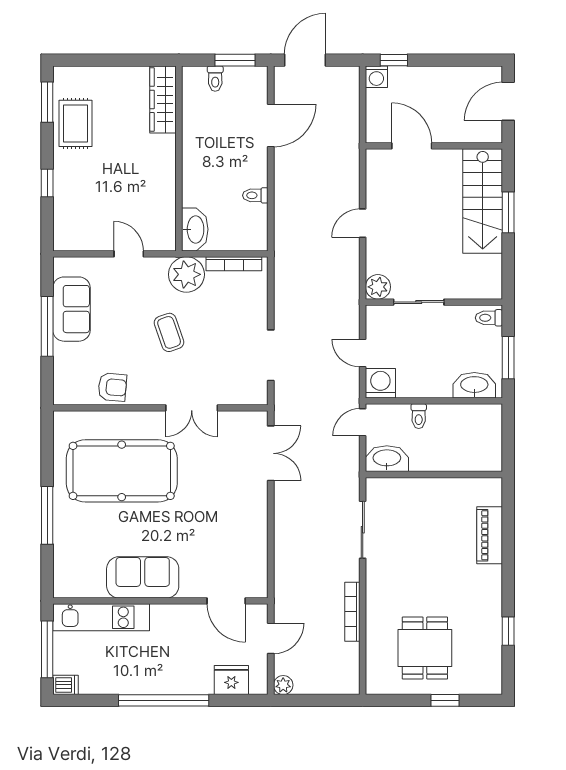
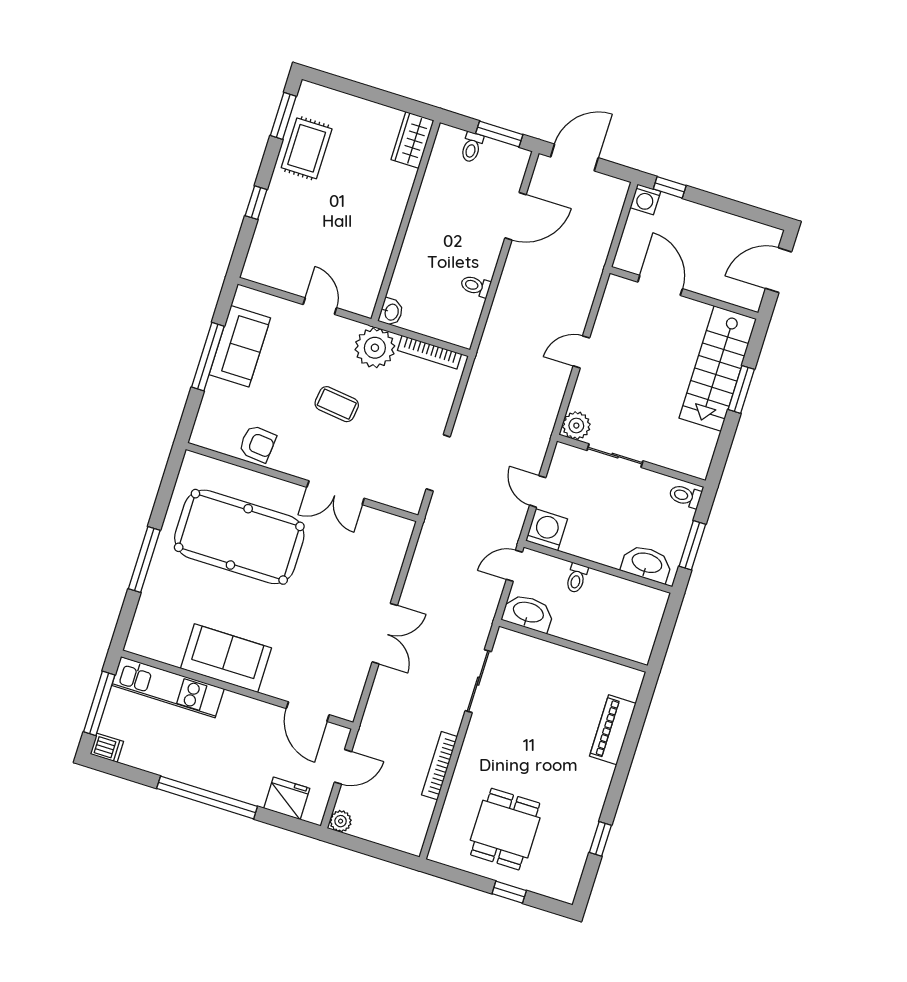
wardrobe: (163, 99) -> (412, 140), width x0.67
washbasin: (195, 229) -> (391, 312), width x0.52, depth x0.69
coffee table: (169, 332) -> (337, 404), turned -64
double door: (271, 453) -> (385, 634), moved

